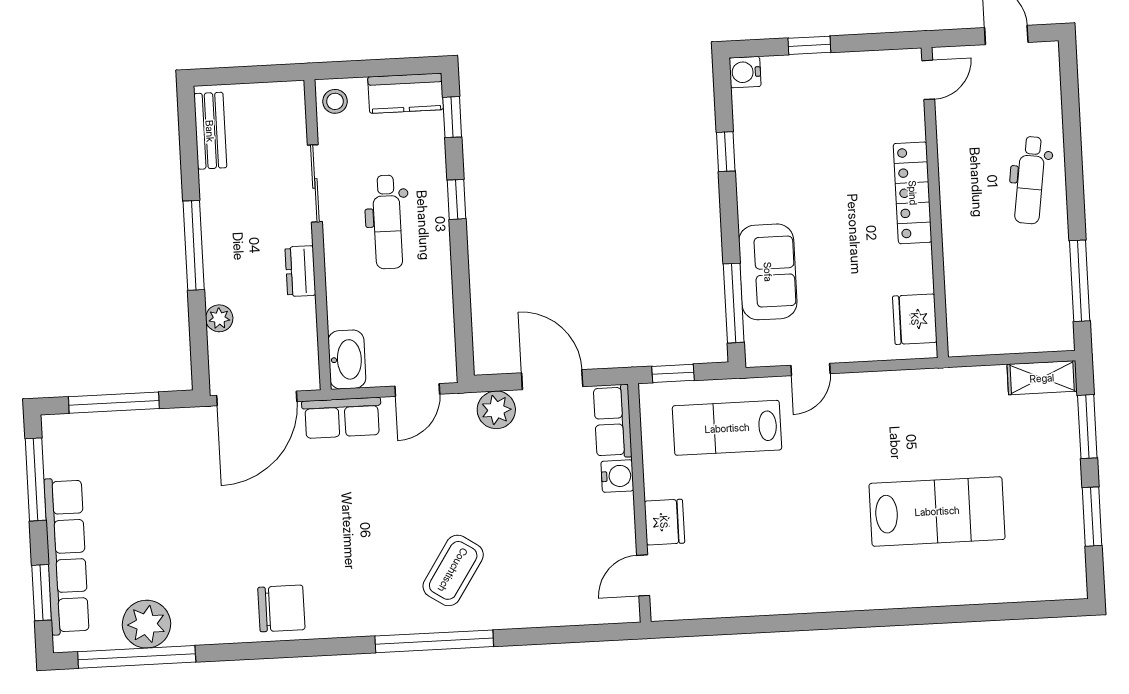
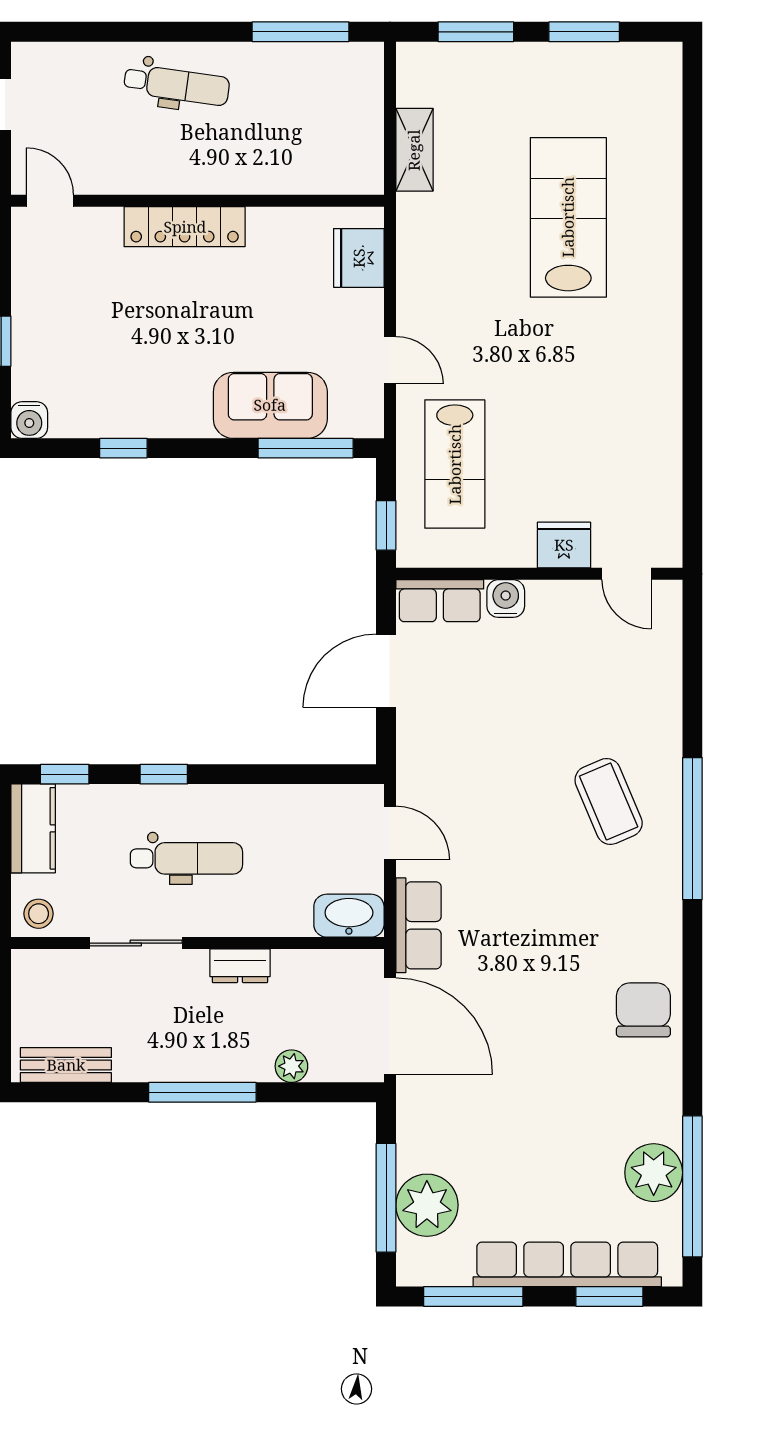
fridge: (915, 319) -> (359, 258), moved, turned 90
shelving: (1042, 378) -> (414, 150), moved
plant: (496, 410) -> (427, 1205), moved, width x1.36, depth x1.36
coffee table: (453, 570) -> (609, 801), turned 34

